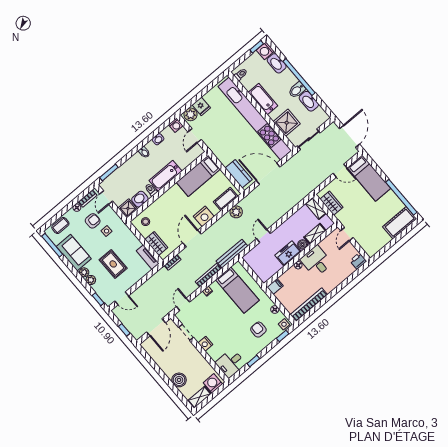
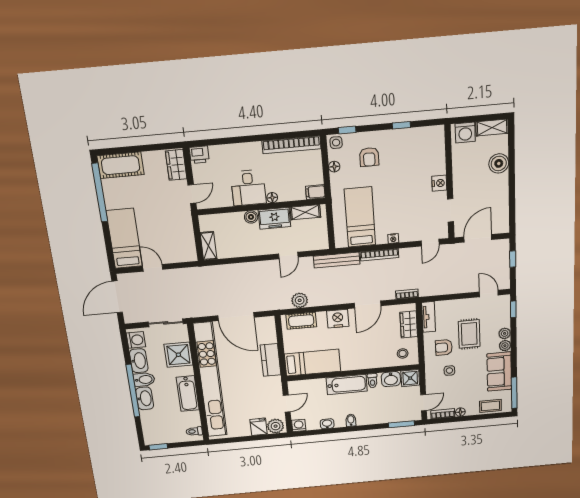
washing machine: (265, 51) -> (136, 340), moved
washbasin: (277, 63) -> (145, 398), moved
kitchen counter: (239, 174) -> (271, 360), moved
wardrobe: (332, 203) -> (176, 165), moved
armchair: (93, 221) -> (444, 347), moved
shelving: (315, 234) -> (305, 212), moved
desk: (231, 363) -> (429, 141), removed

